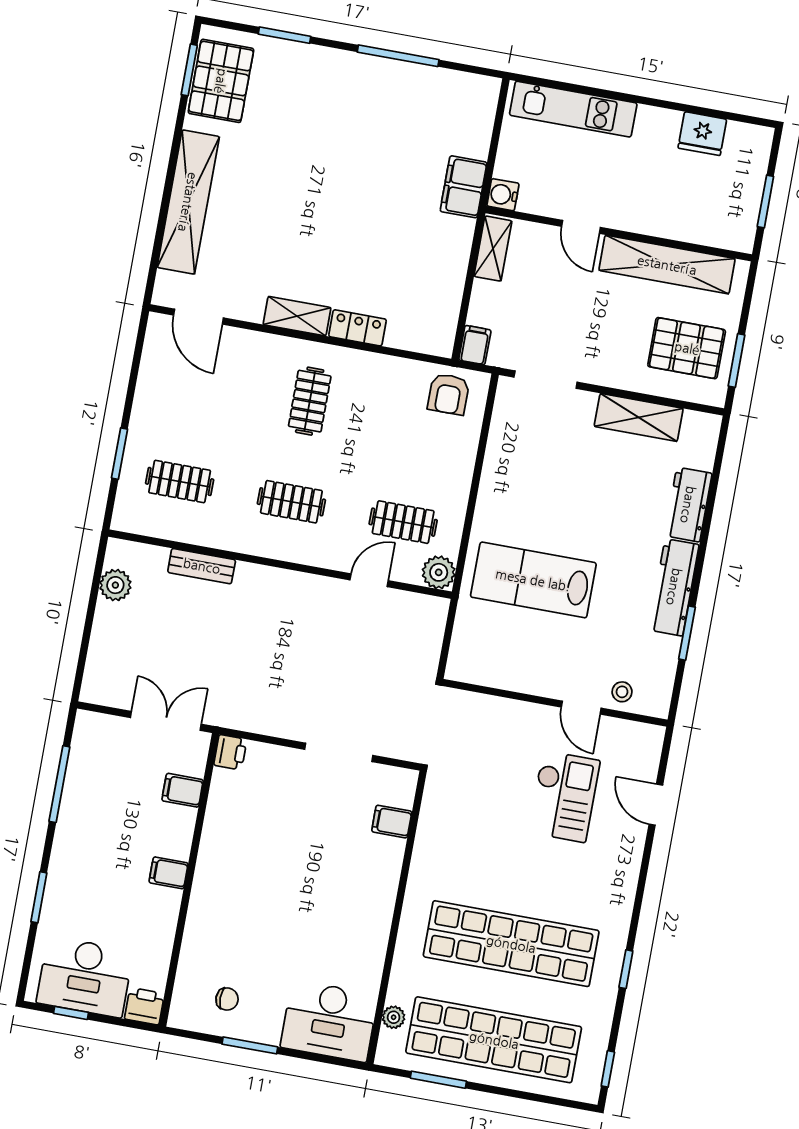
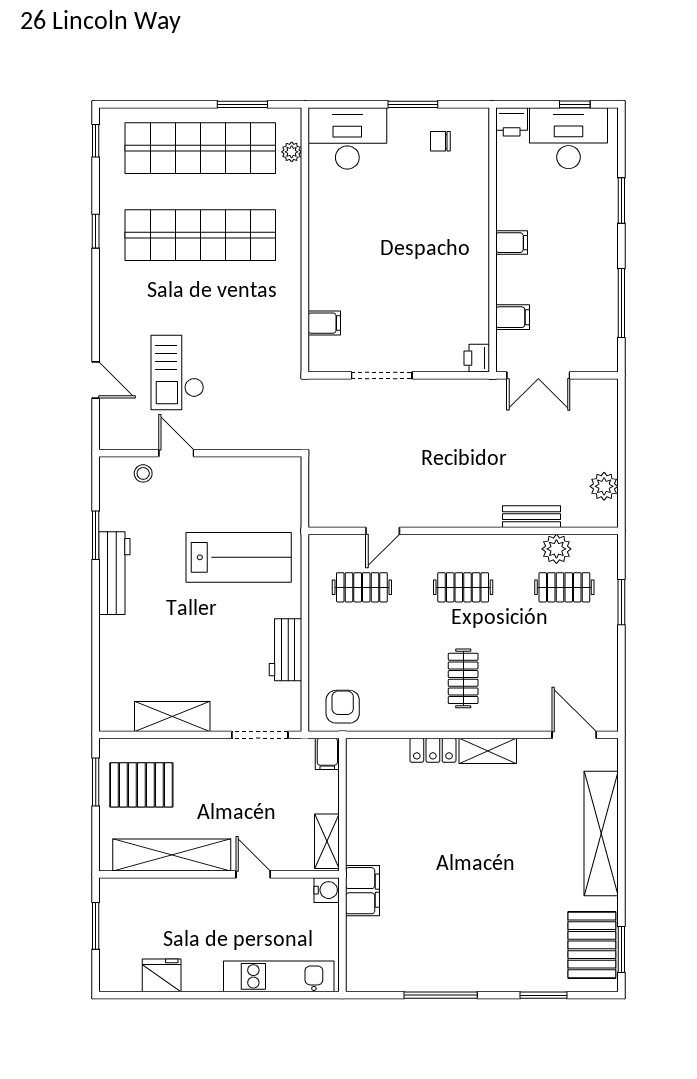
workbench: (688, 505) -> (286, 650), moved, turned 180
plant: (439, 572) -> (556, 549), moved

